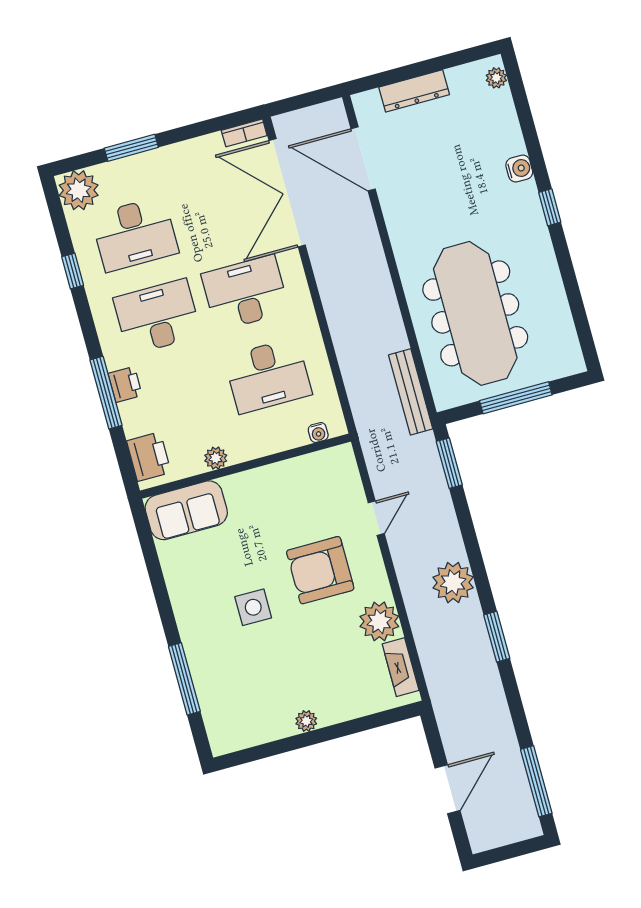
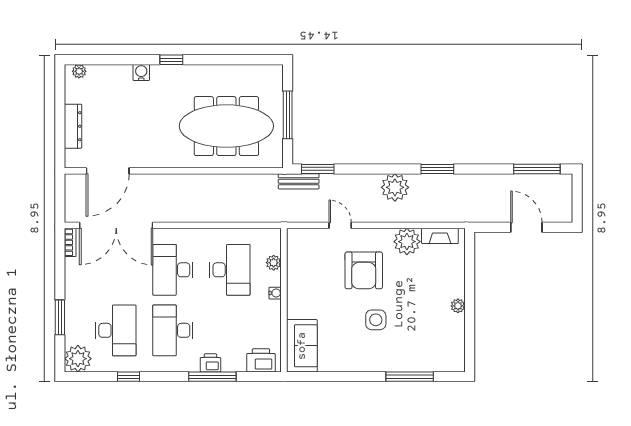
bench: (411, 392) -> (299, 181), moved, width x0.73
water cooler: (318, 433) -> (275, 293), moved
plant: (216, 458) -> (274, 263), moved

